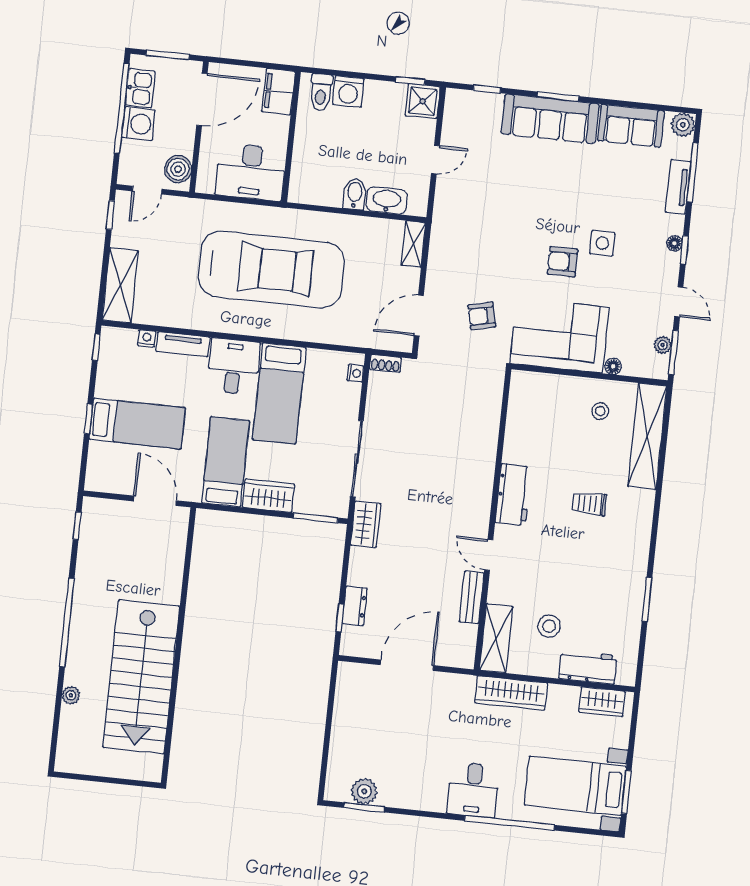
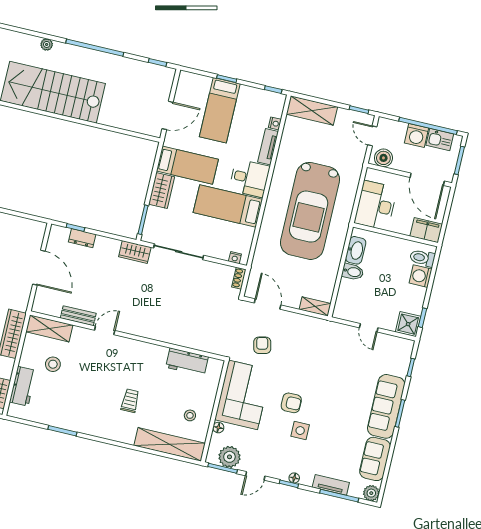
washbasin: (387, 201) -> (356, 250), moved
armchair: (563, 262) -> (291, 403), turned 90
plant: (663, 345) -> (229, 457), width x1.88, depth x1.88
workbench: (513, 495) -> (187, 362), moved

